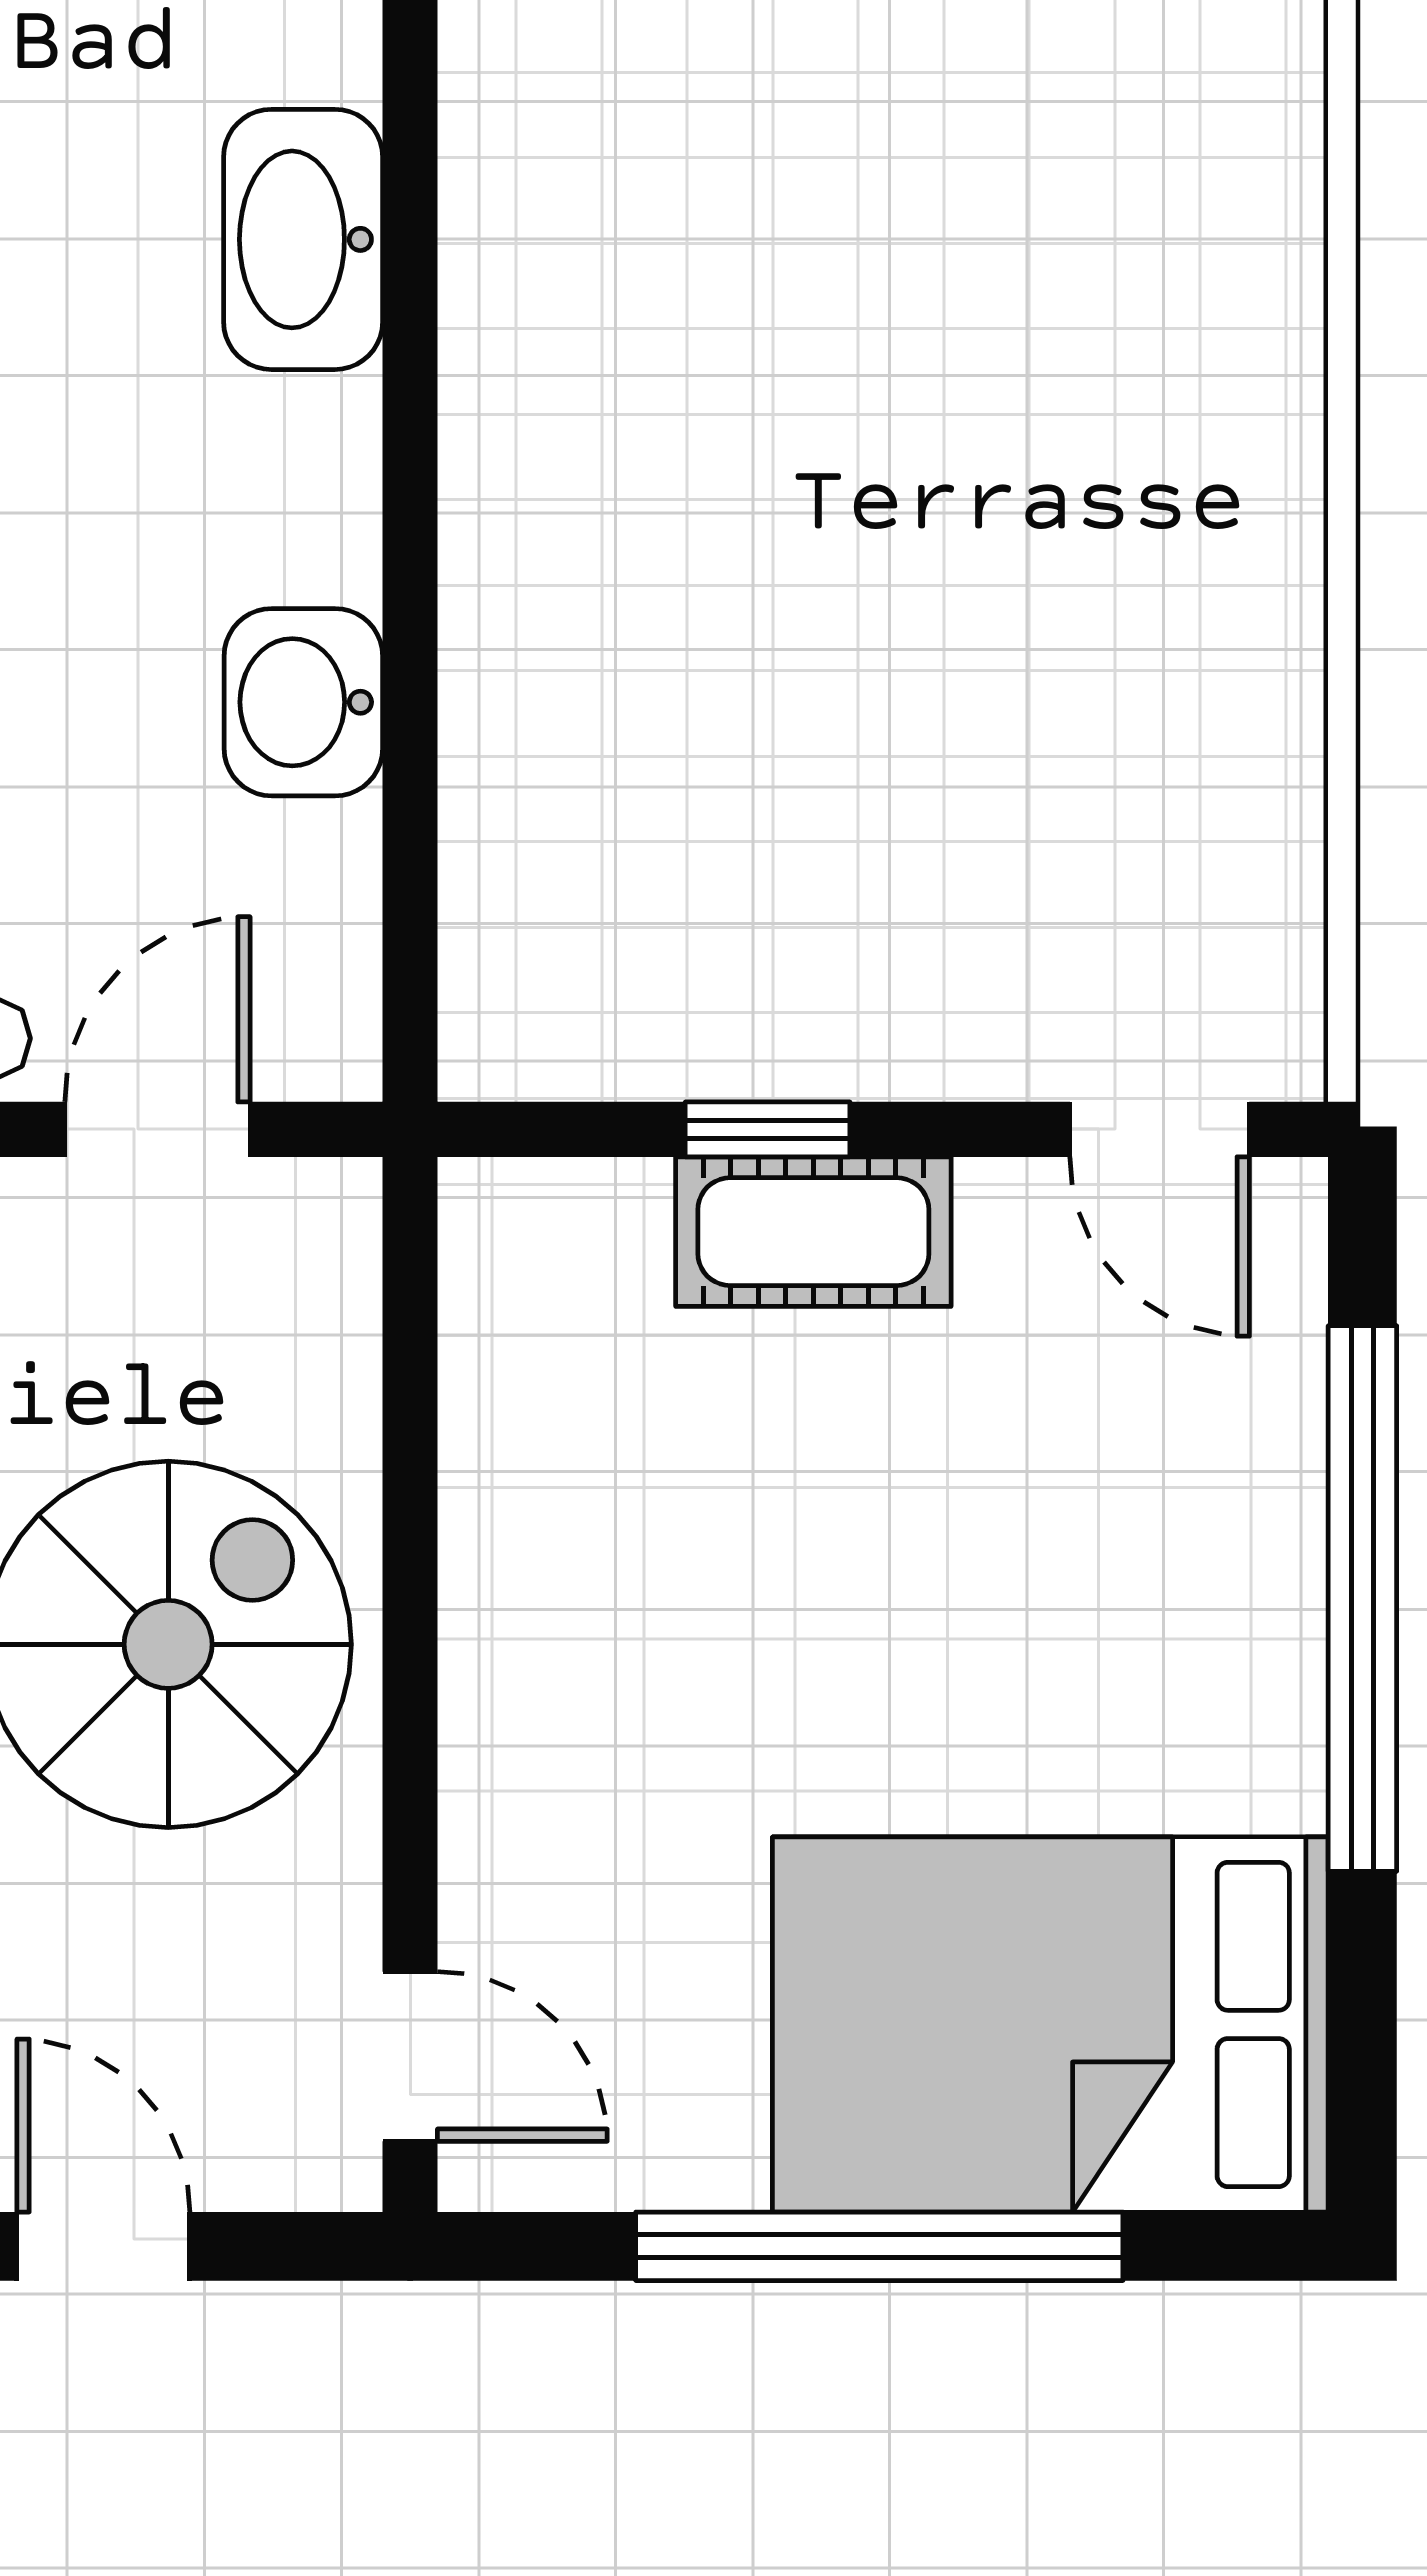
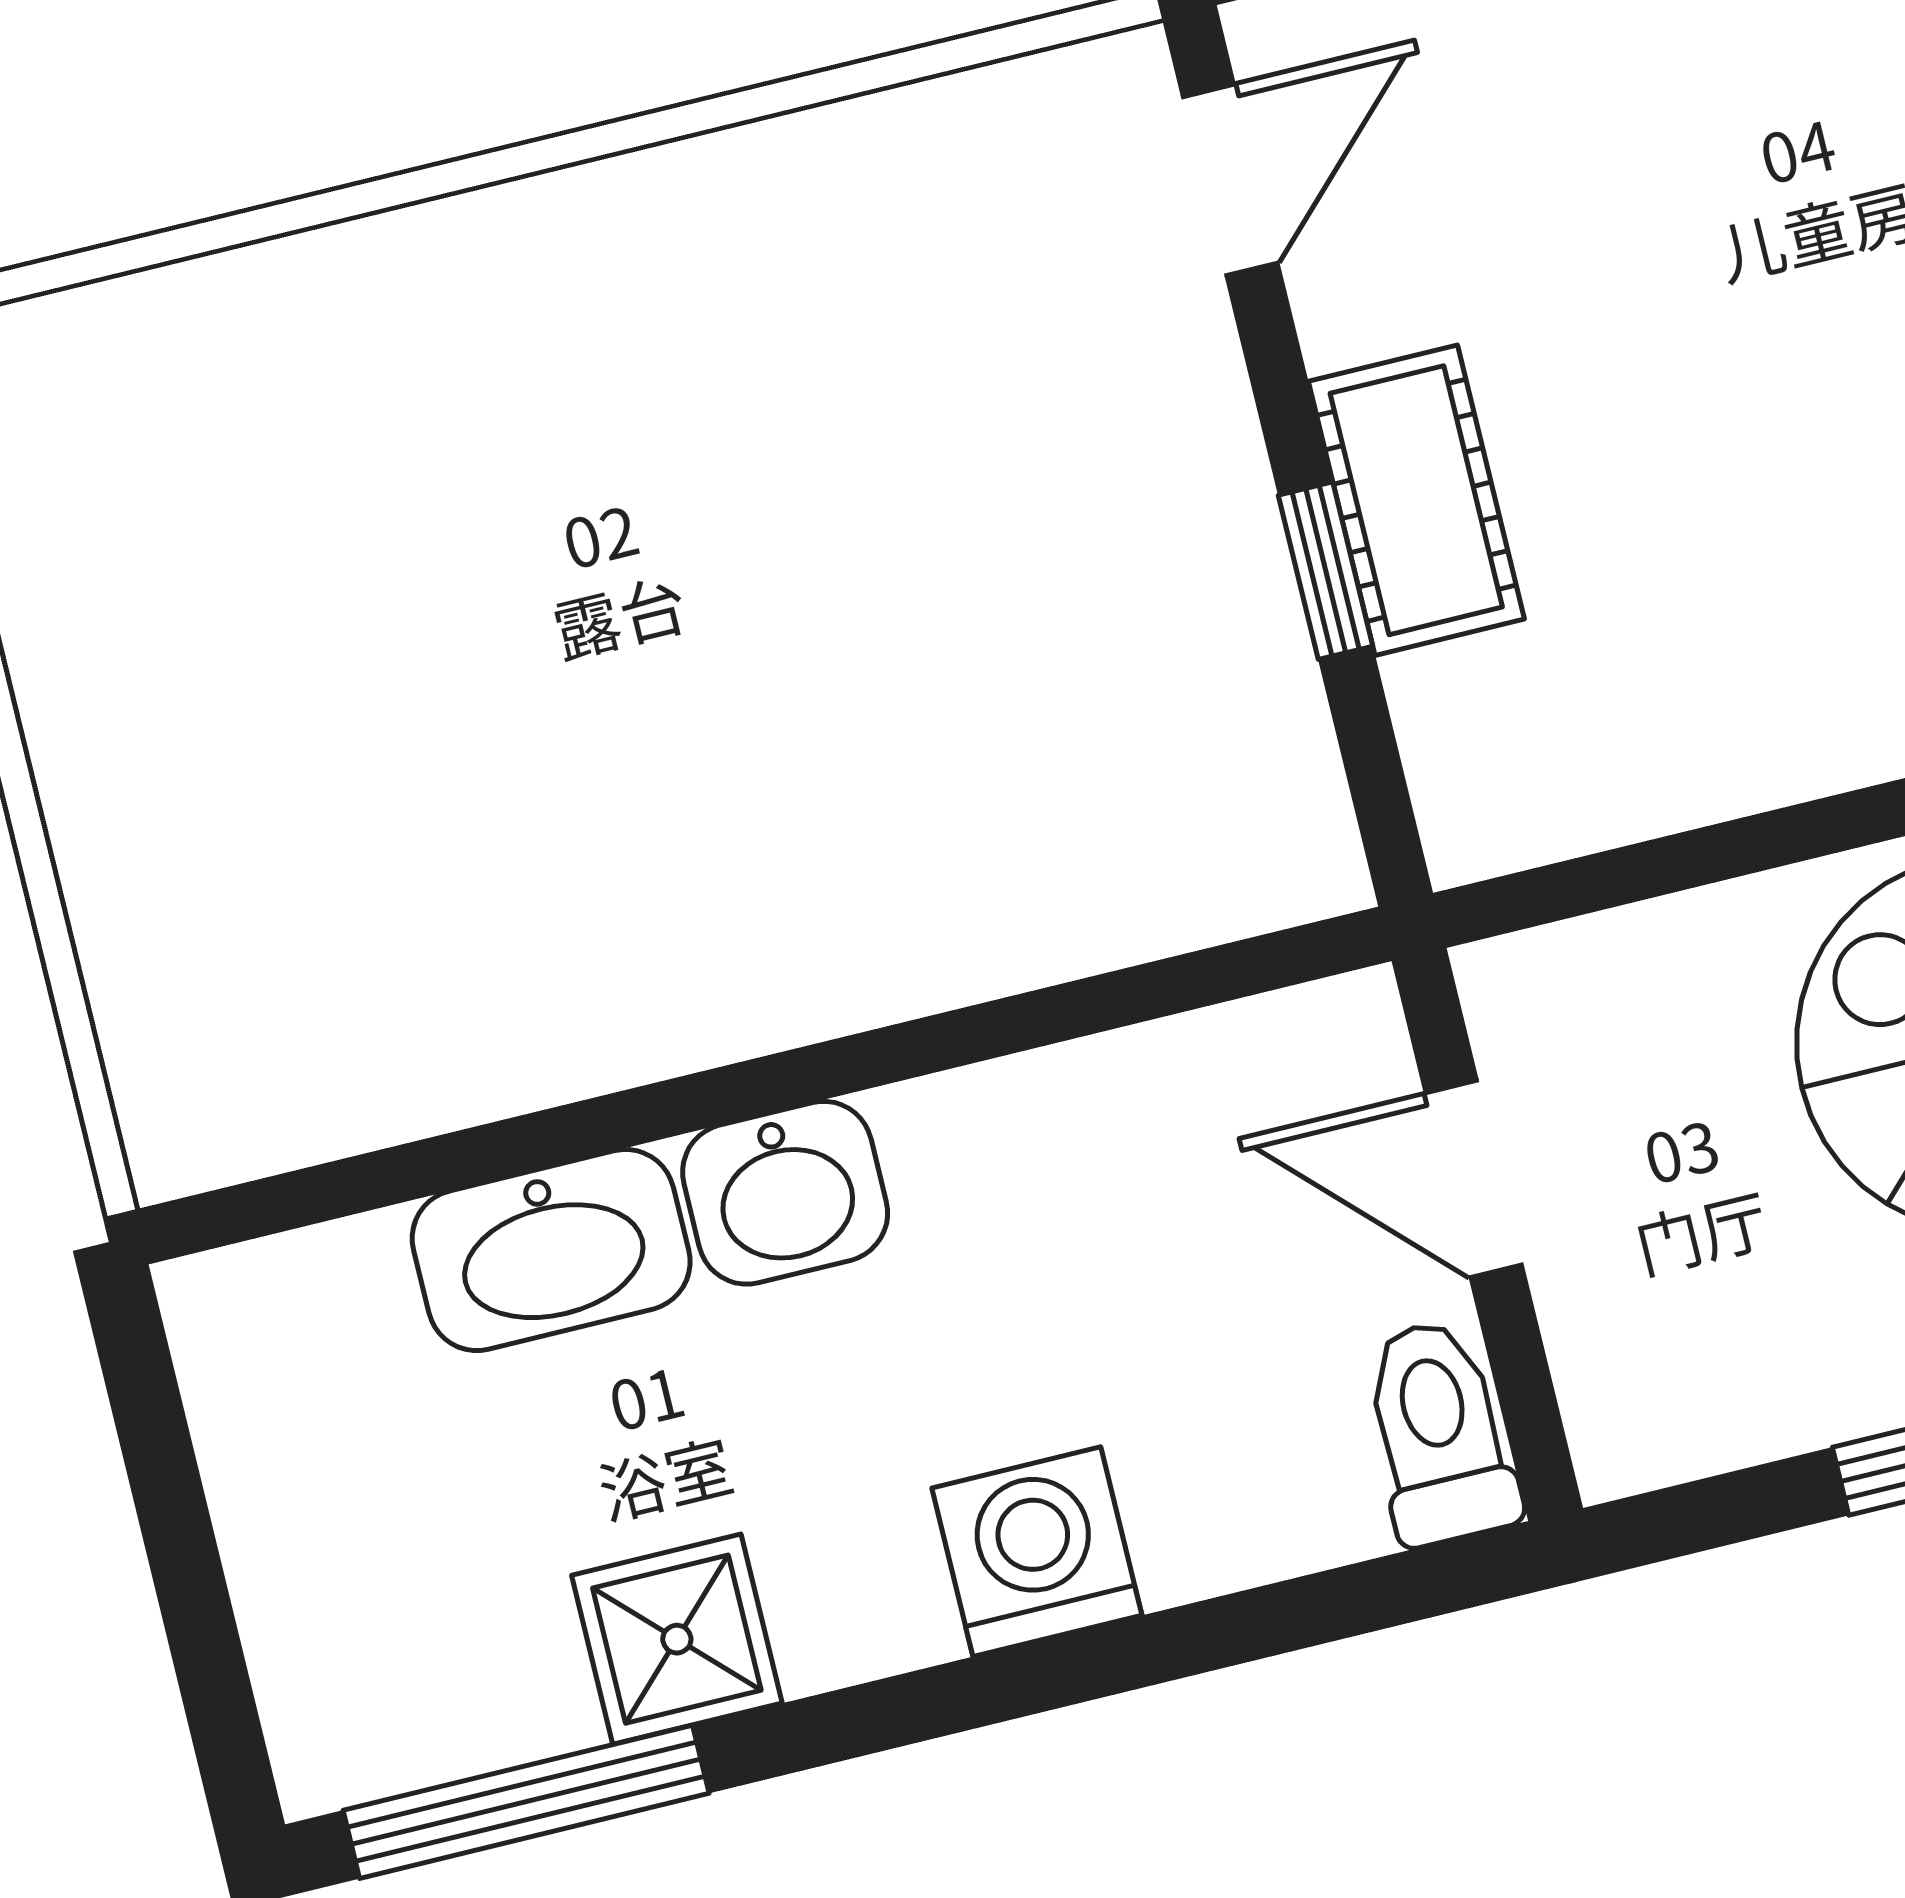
washbasin: (303, 702) -> (785, 1193), moved

